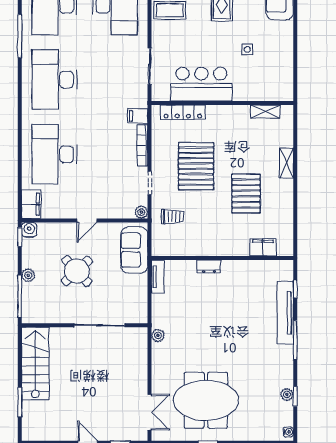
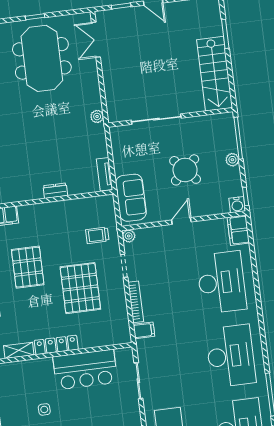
locker: (183, 112) -> (56, 345), moved
meeting table: (206, 400) -> (42, 58), turned 90

